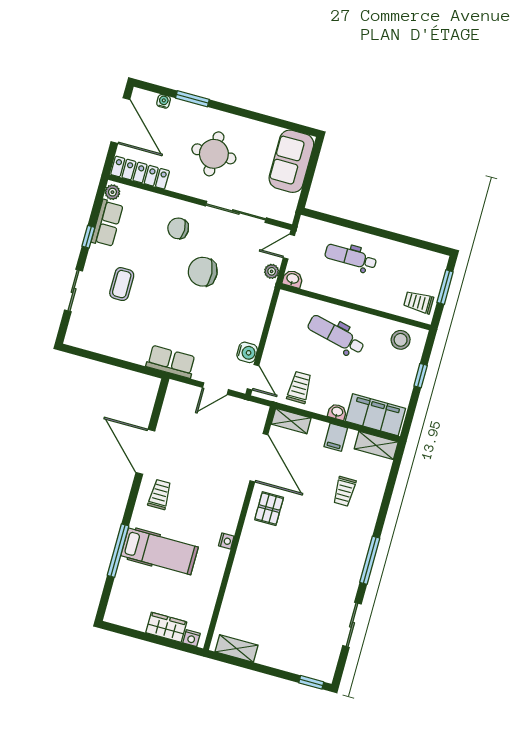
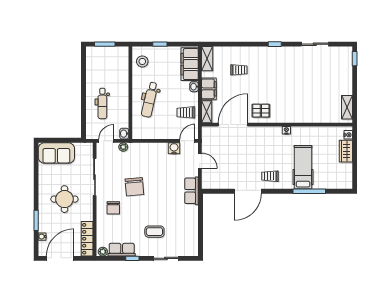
door: (289, 247) -> (106, 141), swing flipped
trolley: (419, 302) -> (118, 57), removed
filing cabinet: (336, 437) -> (209, 89), width x2.00
window: (370, 560) -> (275, 44), width x0.46

